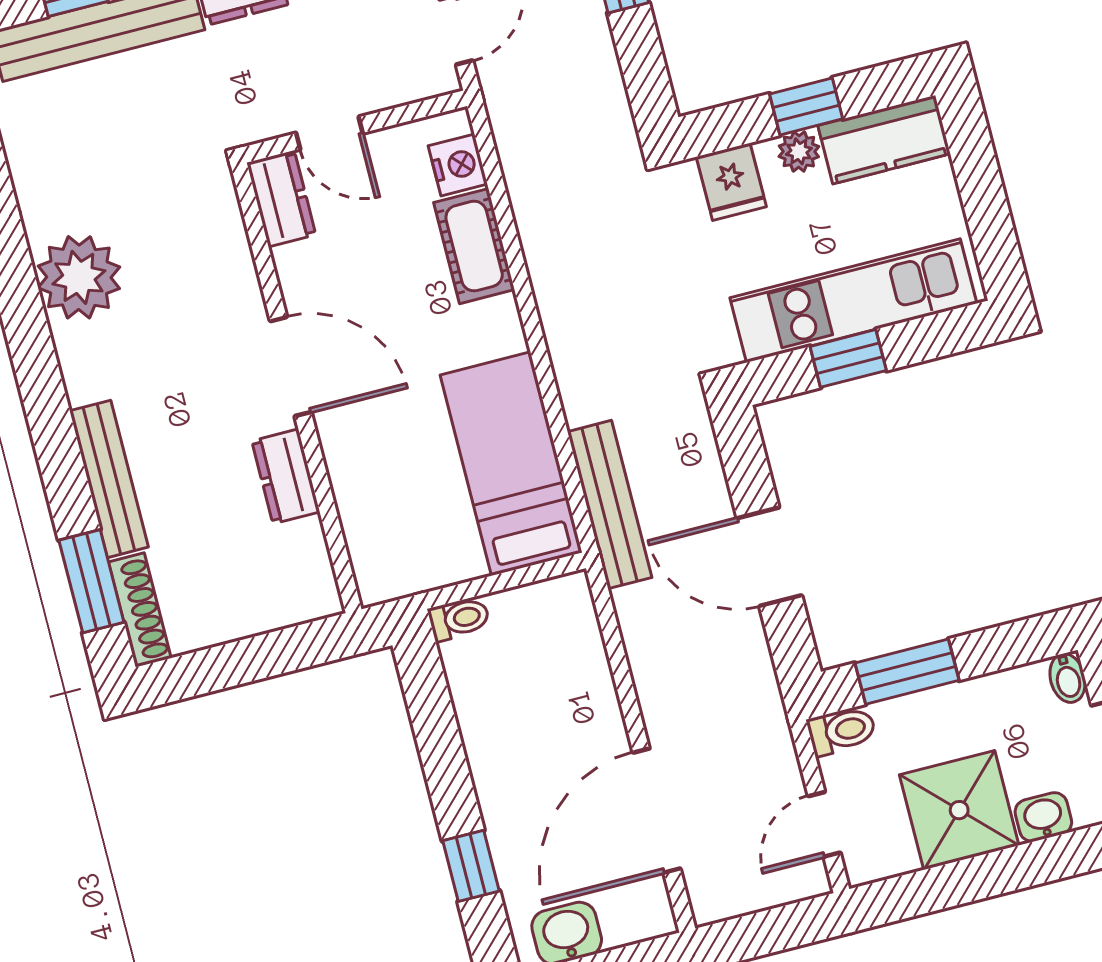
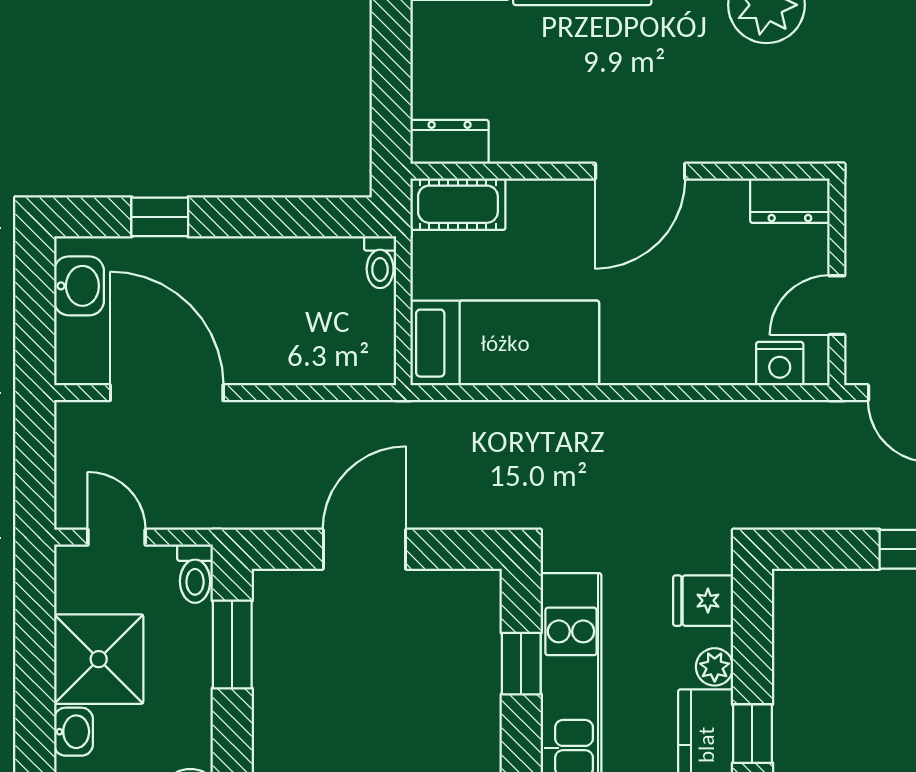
window: (806, 106) -> (752, 734), moved
door: (329, 133) -> (837, 305), moved
cot: (474, 246) -> (458, 204), moved
dresser: (286, 476) -> (450, 142), moved
bench: (610, 505) -> (447, 421), removed

